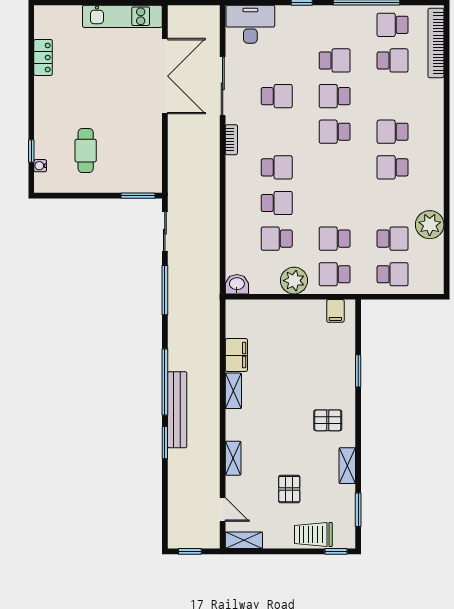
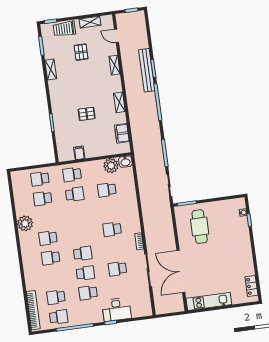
desk: (250, 24) -> (117, 309), moved
locker: (43, 57) -> (251, 286), moved
school desk: (393, 132) -> (51, 258), turned 180
cafe table: (86, 151) -> (200, 227), moved, width x1.37, depth x1.35
school desk: (393, 167) -> (48, 238), turned 180
school desk: (277, 203) -> (109, 210), removed
plant: (430, 225) -> (25, 223), moved
school desk: (277, 239) -> (107, 190), turned 180
school desk: (335, 274) -> (72, 174), turned 180
plant: (294, 281) -> (111, 166), moved
filing cabinet: (335, 311) -> (79, 153), moved
filing cabinet: (236, 355) -> (122, 133), moved
bench: (177, 410) -> (147, 70), moved
pallet: (328, 420) -> (87, 114), moved
trolley: (313, 535) -> (64, 29), turned 180
shelving: (244, 540) -> (90, 22), moved

